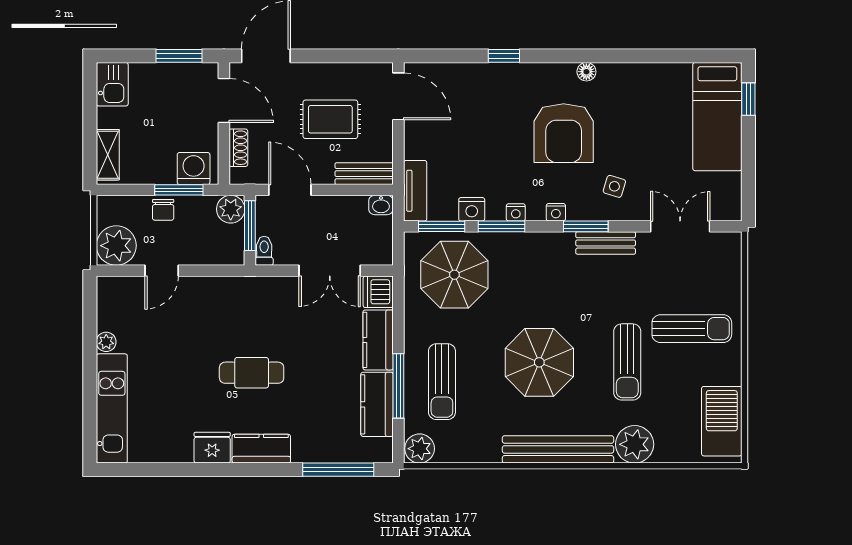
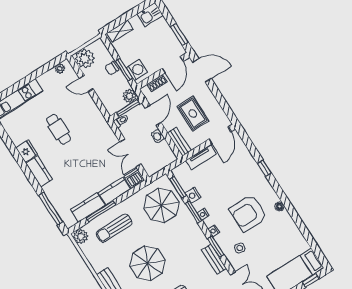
tv unit: (415, 191) -> (201, 157), moved
washbasin: (381, 205) -> (158, 136), moved
plant: (106, 342) -> (60, 68), moved
cafe table: (252, 373) -> (58, 129), moved

